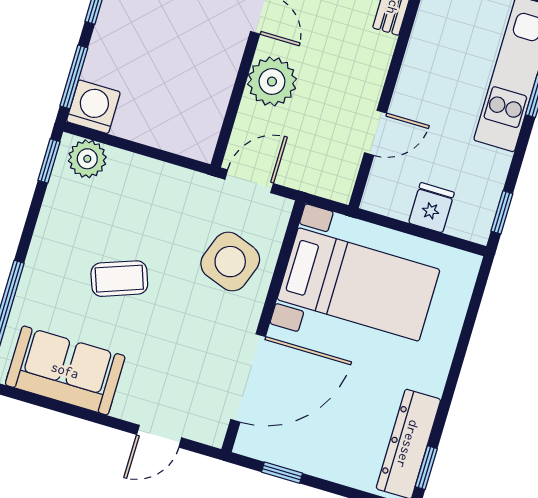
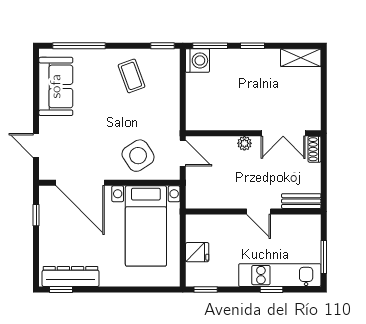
plant: (272, 82) -> (244, 143), width x0.53, depth x0.53
door: (375, 133) -> (259, 211), moved
plant: (87, 159) -> (170, 65), removed
side table: (230, 262) -> (138, 156), turned 37
coffee table: (119, 279) -> (131, 76), moved

